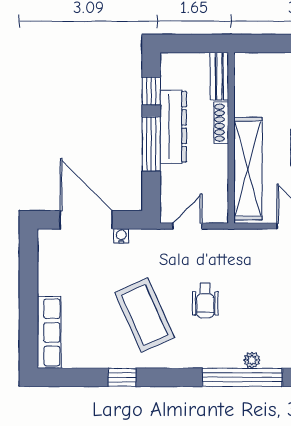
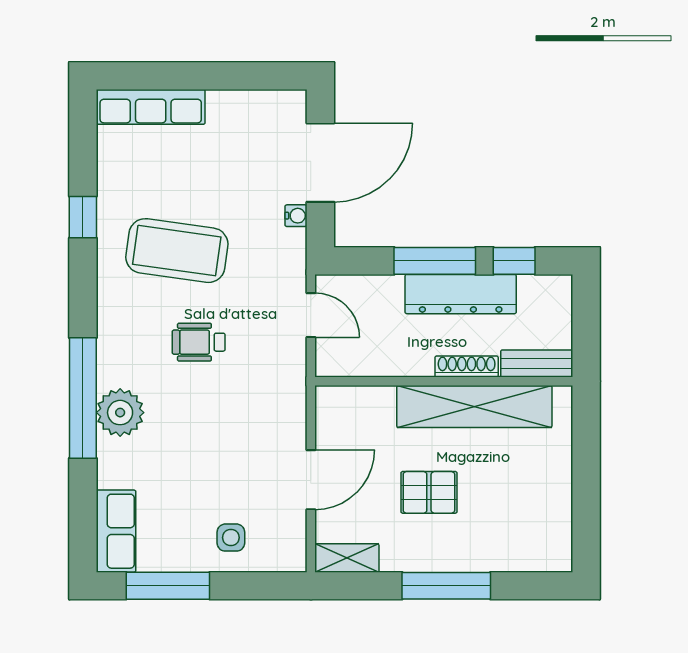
shelving: (248, 169) -> (474, 406), moved
coffee table: (144, 315) -> (177, 251), turned 32
plant: (252, 360) -> (120, 413), width x1.88, depth x1.88

